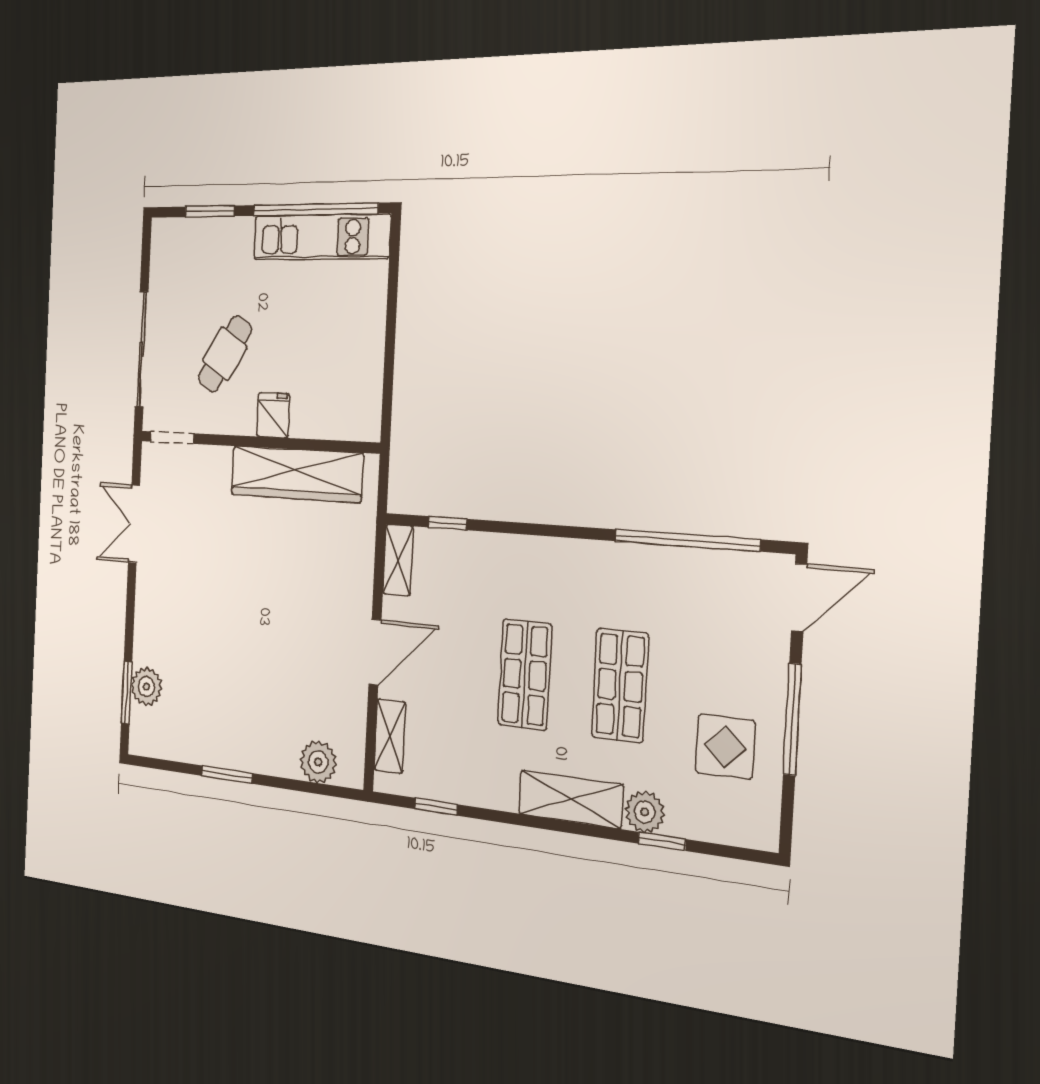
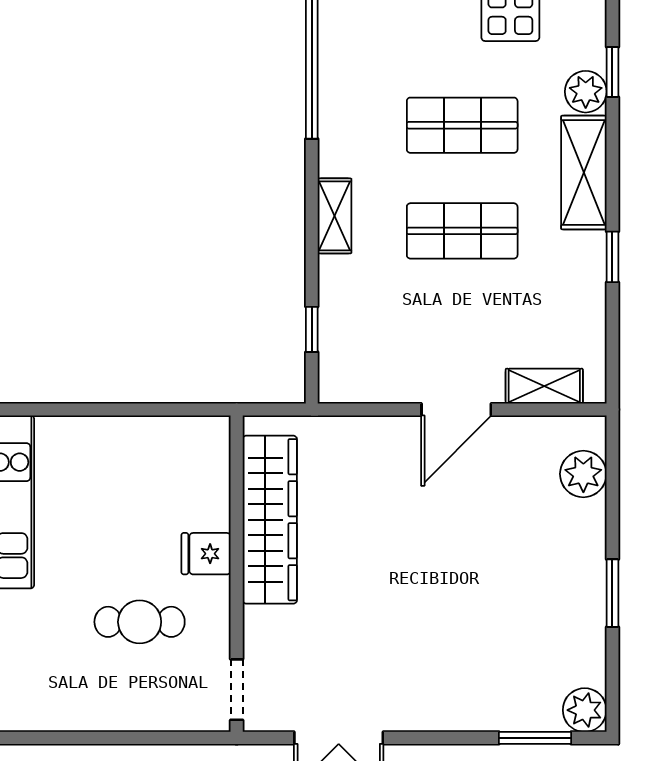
sliding door: (142, 349) -> (137, 738), removed
cafe table: (225, 354) -> (140, 622), turned -33
shelving: (398, 560) -> (335, 216), moved, turned 90
door: (375, 652) -> (456, 409), swing flipped
plant: (146, 687) -> (585, 710), moved
window: (436, 807) -> (612, 257), moved

